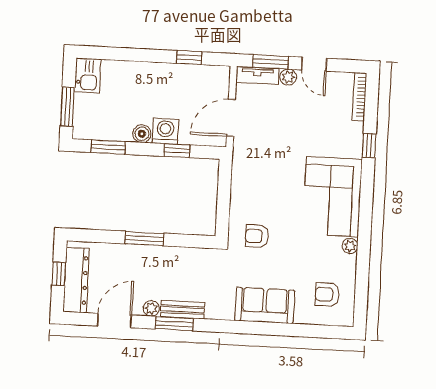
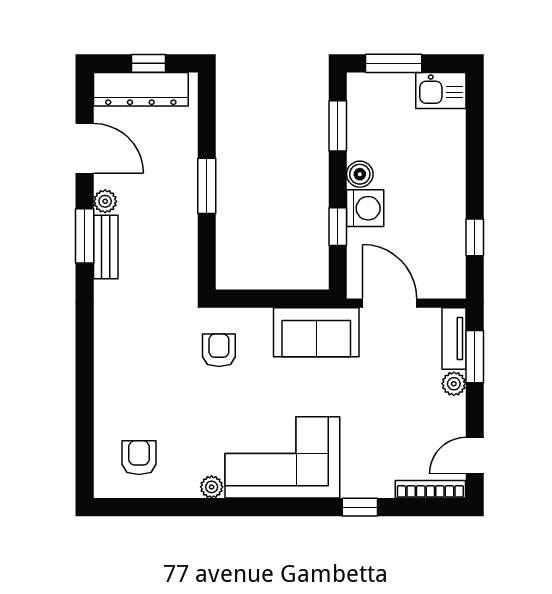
door: (314, 64) -> (475, 456), moved
sofa: (265, 305) -> (316, 332), moved, turned 90

